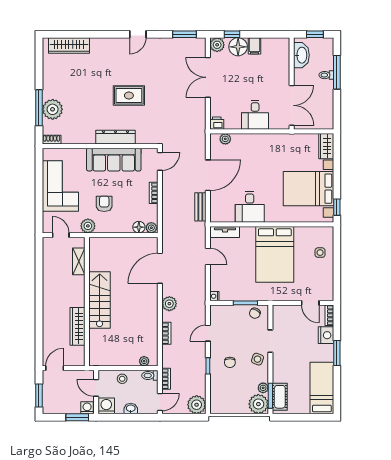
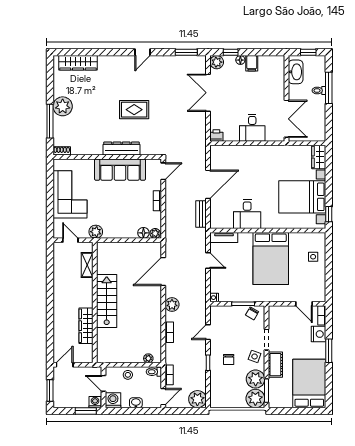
floor lamp: (238, 47) -> (240, 60), width x0.53, depth x0.53
plant: (53, 109) -> (63, 106), moved
plant: (225, 139) -> (224, 150), removed
armchair: (104, 204) -> (111, 211), removed
plant: (263, 388) -> (256, 379), width x1.88, depth x1.88
bed: (322, 388) -> (309, 384), width x1.50
cot: (280, 397) -> (275, 365), moved

